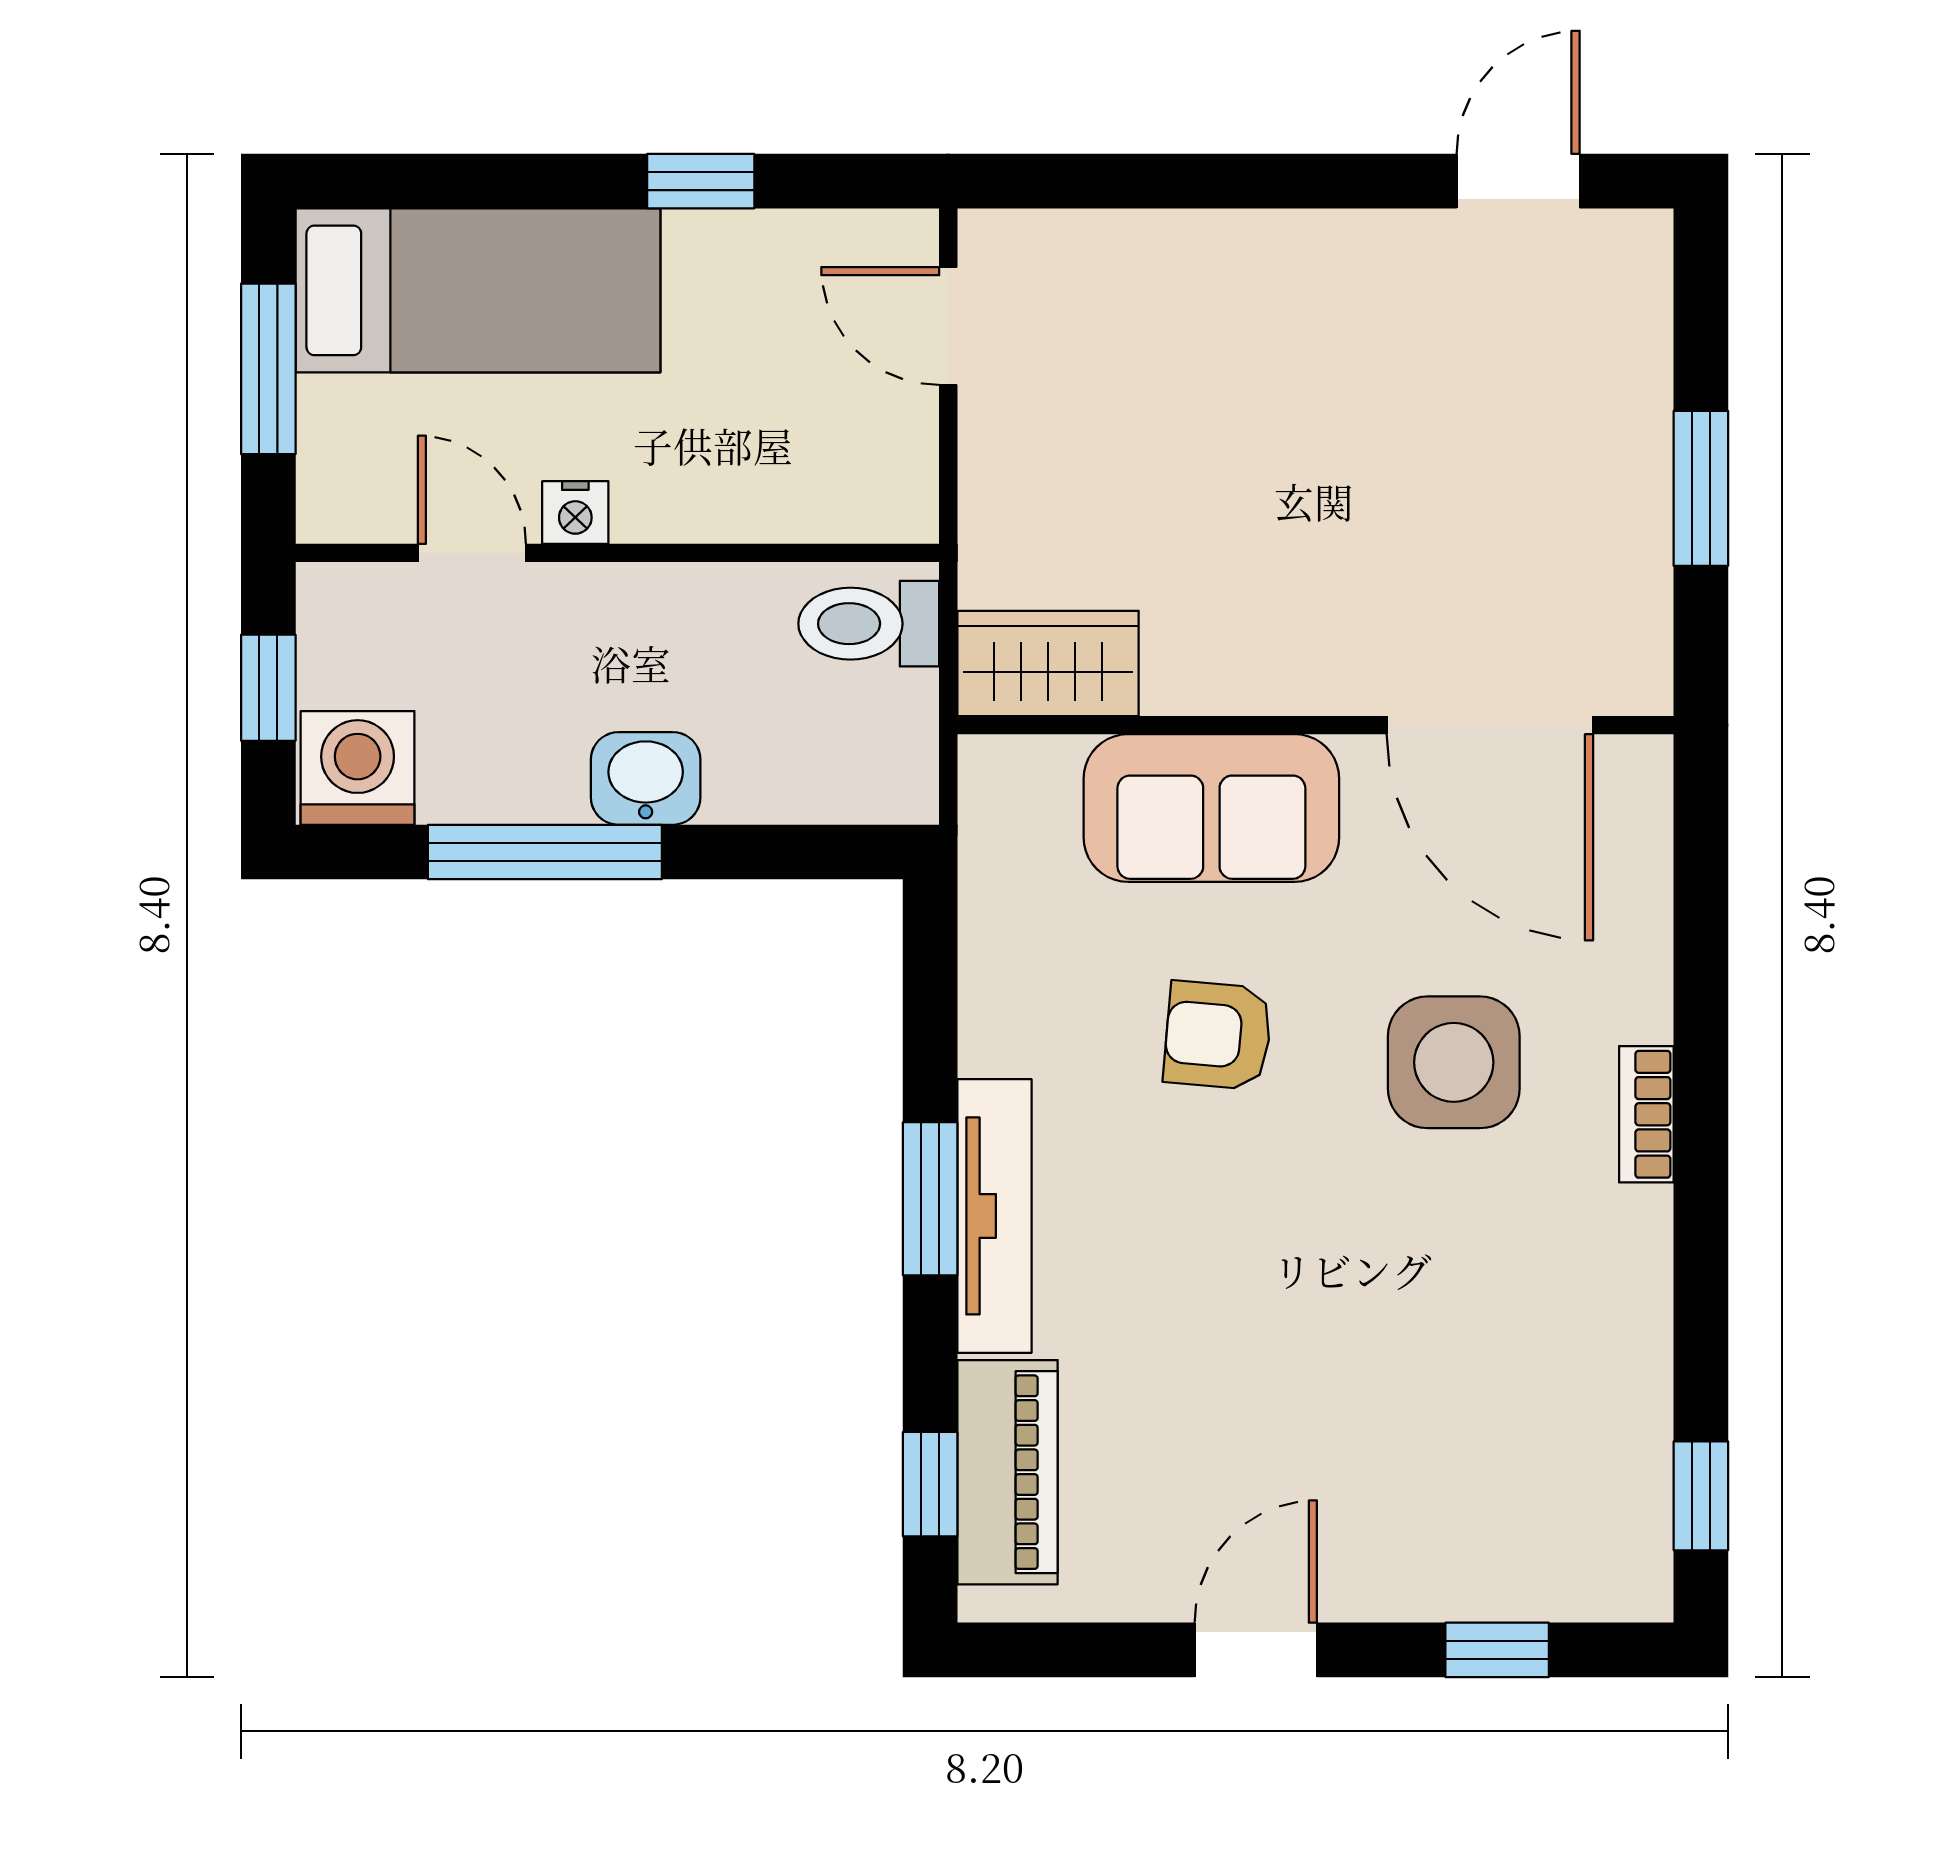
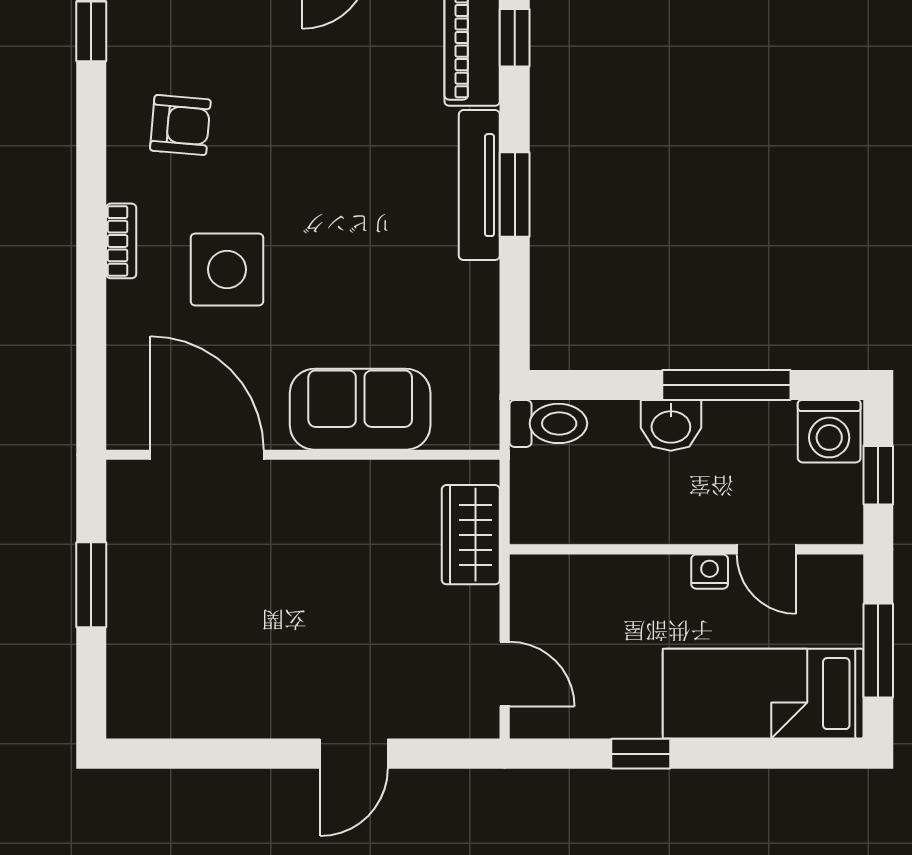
door: (1518, 181) -> (354, 754), moved
toilet: (869, 624) -> (548, 423), moved
wardrobe: (1048, 663) -> (471, 535), moved, turned 90
armchair: (1218, 1035) -> (180, 125), moved

